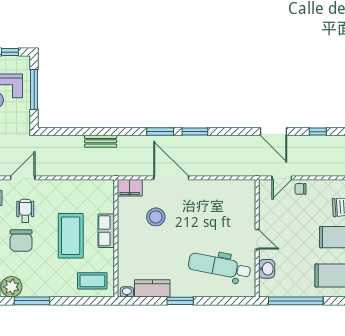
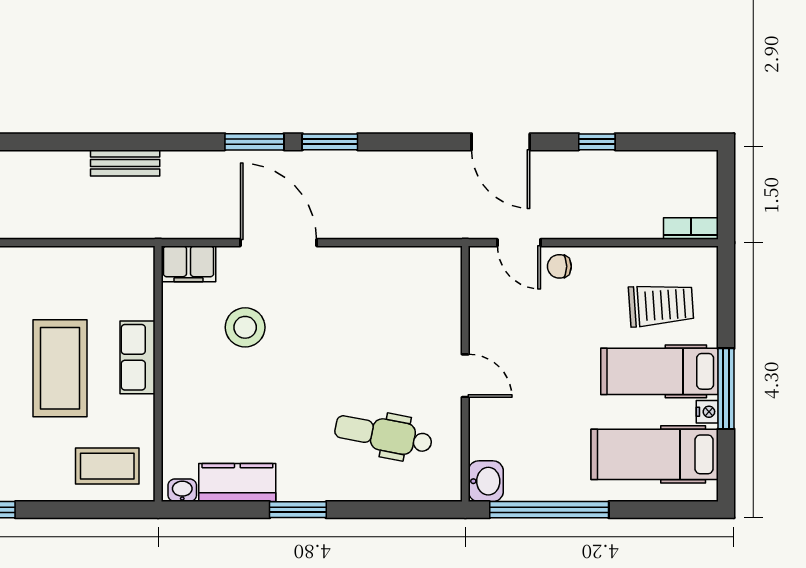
door: (282, 178) -> (519, 243), hinge flipped
dental chair: (220, 266) -> (383, 435), width x0.73, depth x0.72
washbasin: (267, 269) -> (486, 481), moved

